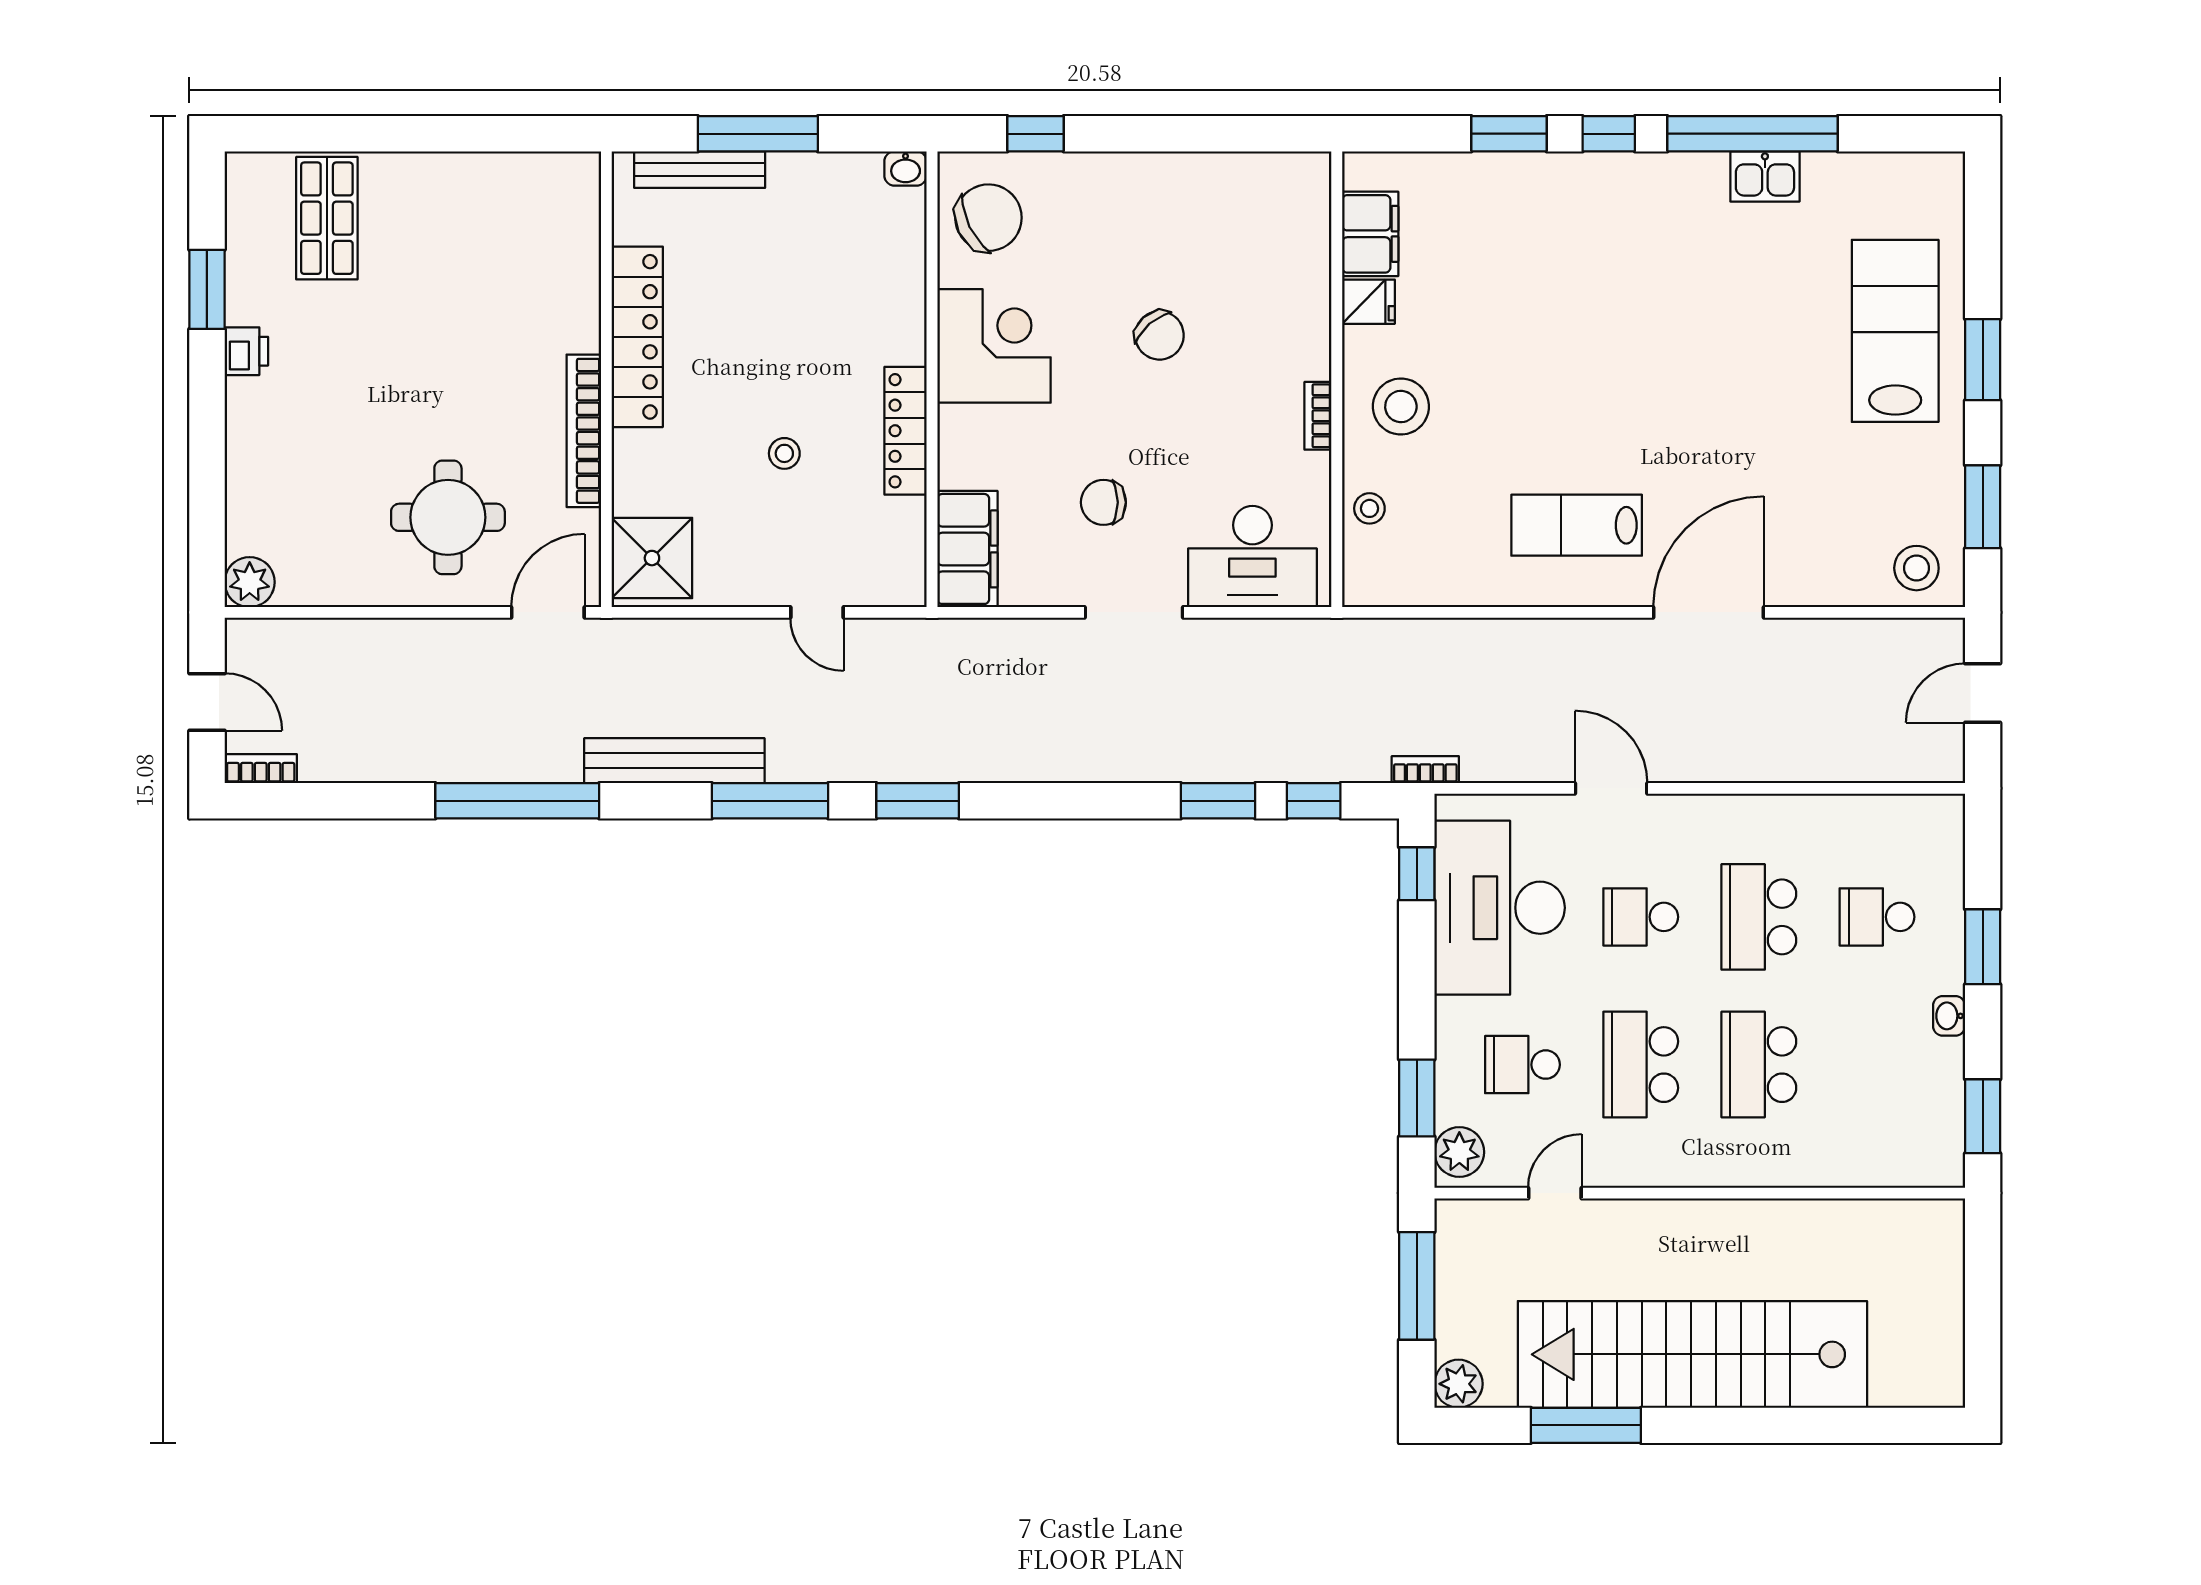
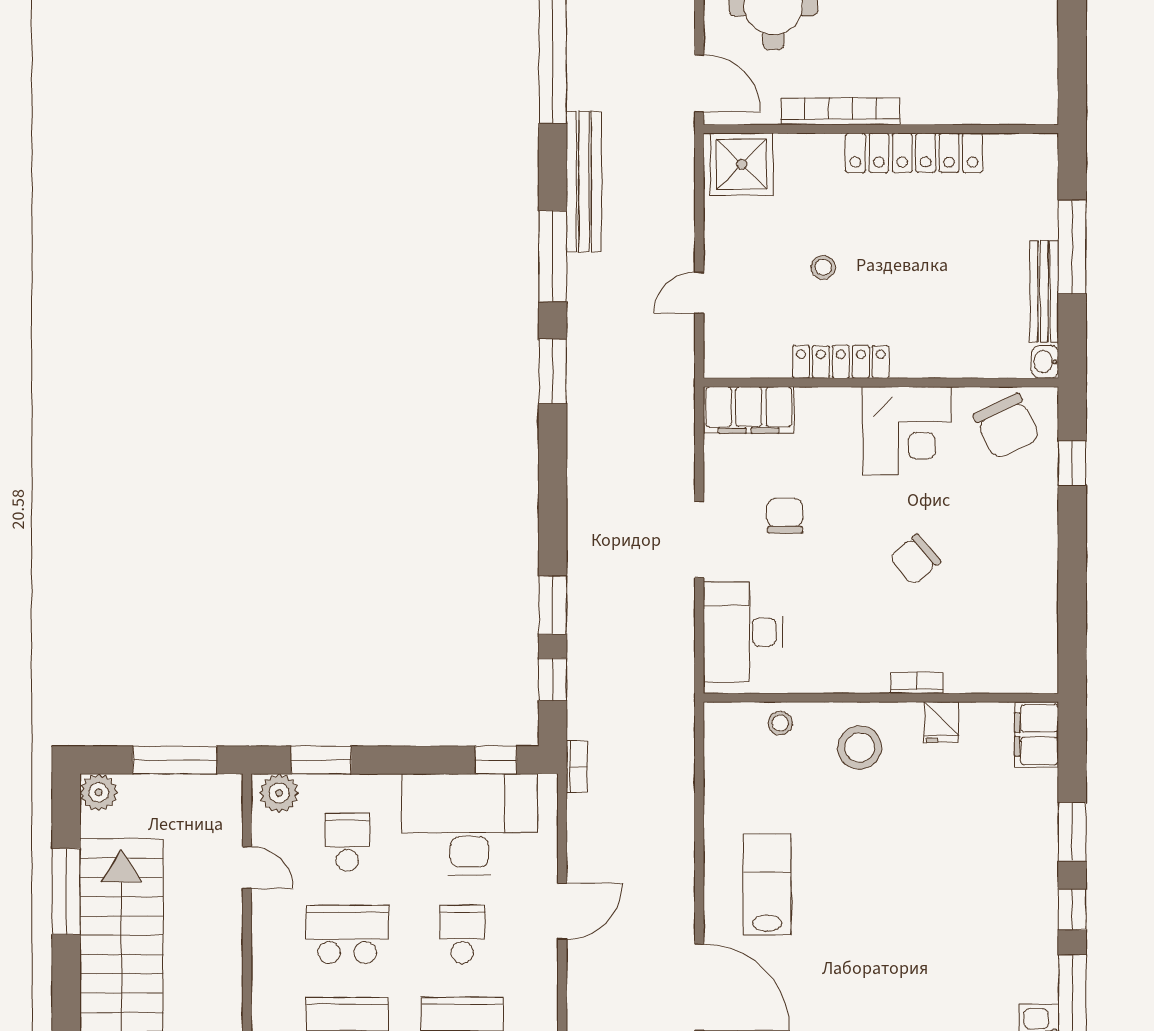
bench: (700, 170) -> (1044, 292), moved
filing cabinet: (1370, 234) -> (1037, 735), moved, turned 90
bookcase: (1318, 416) -> (917, 683), moved

